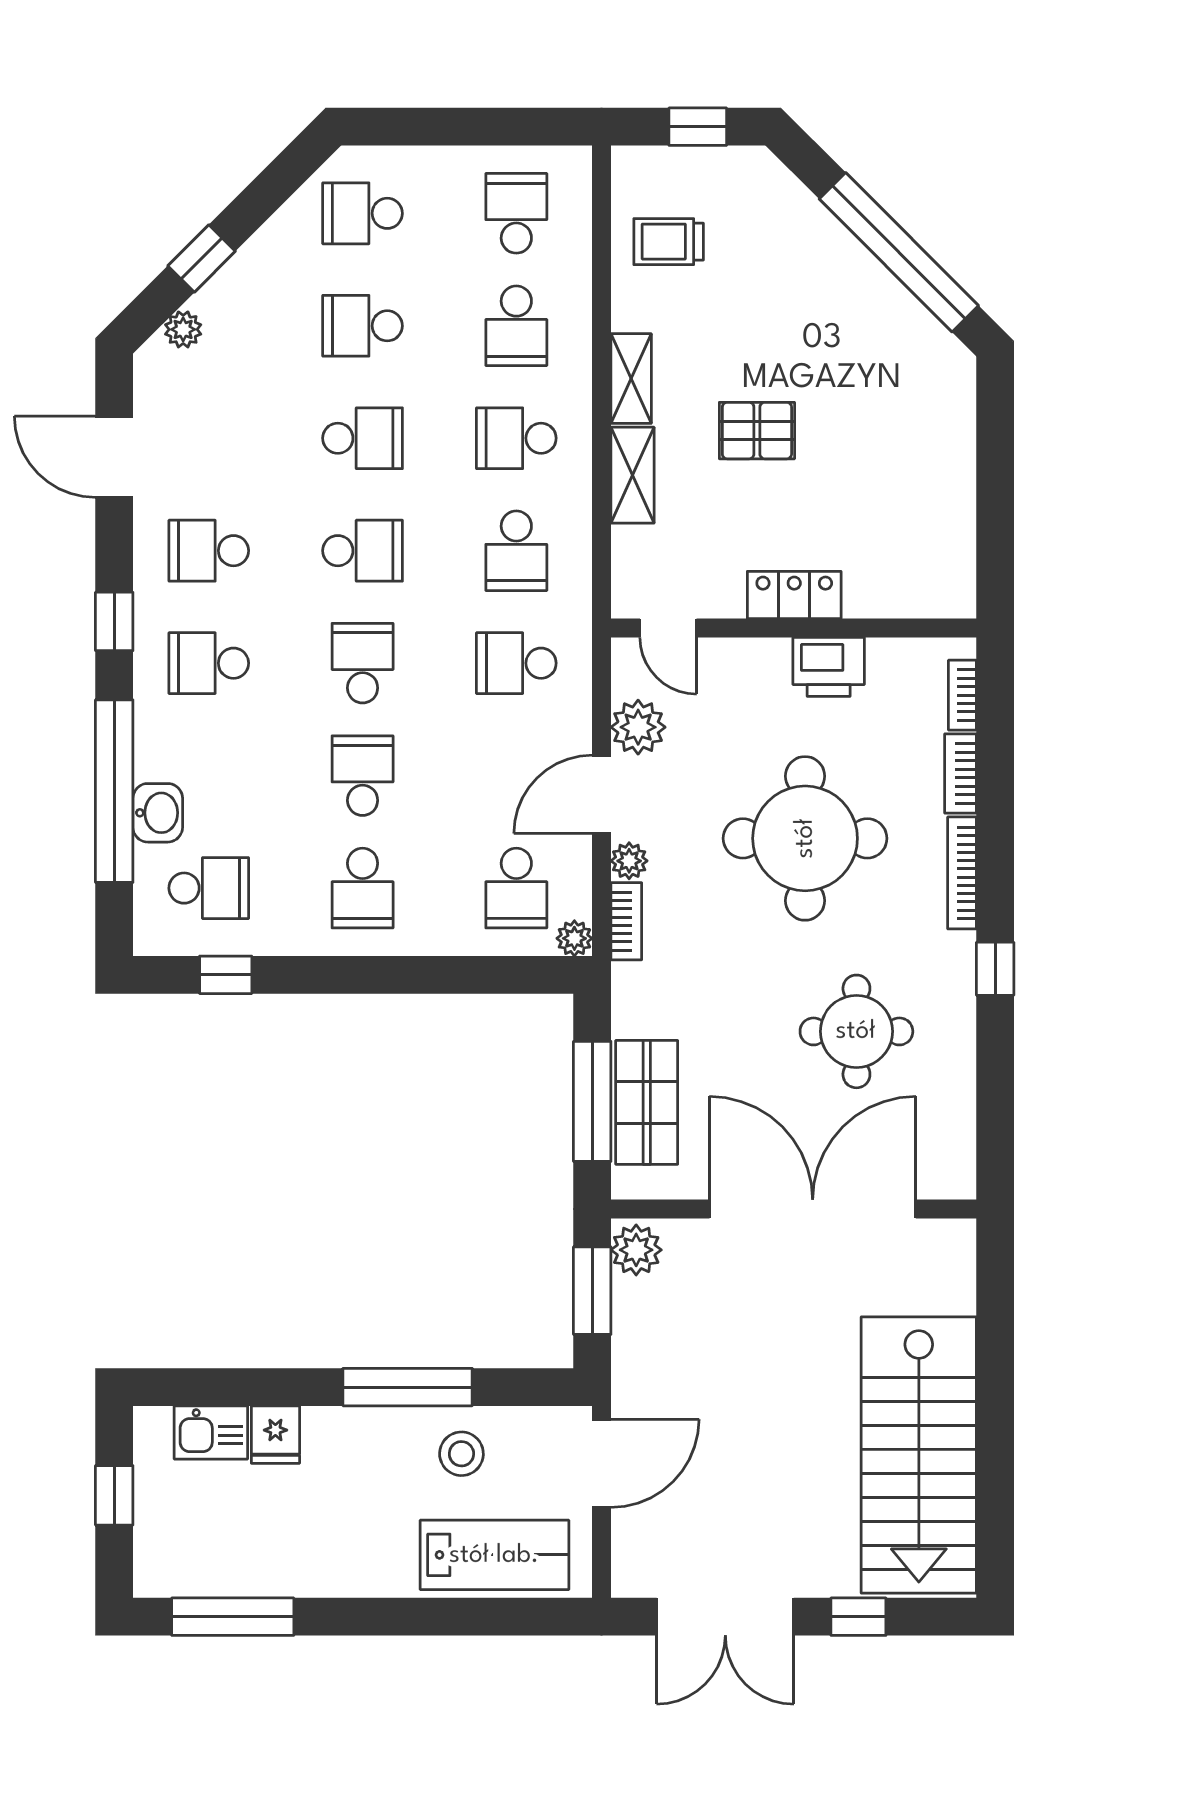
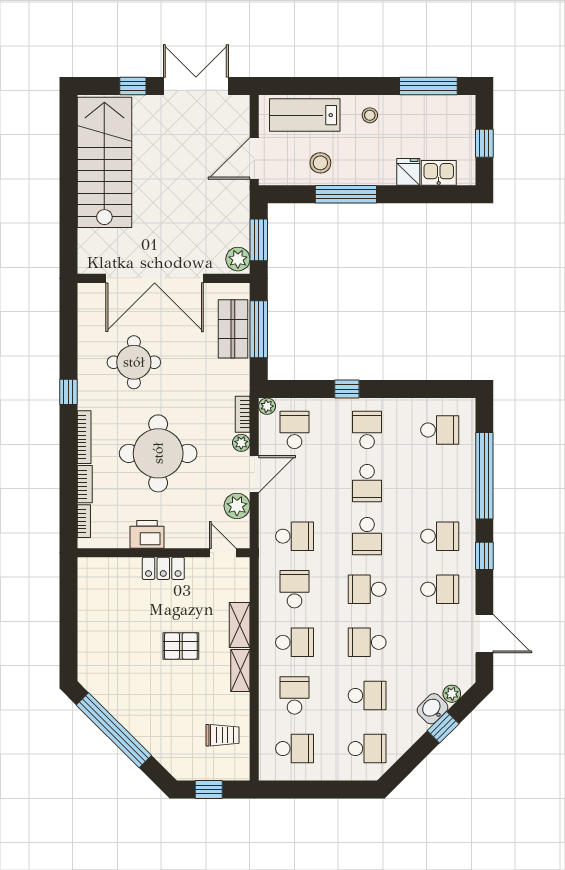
school desk: (516, 213) -> (294, 749), turned -90
washbasin: (158, 813) -> (433, 709), moved, turned 45
school desk: (209, 888) -> (440, 430), turned 180
window: (226, 975) -> (347, 389), moved
stool: (357, 1554) -> (370, 115), added

